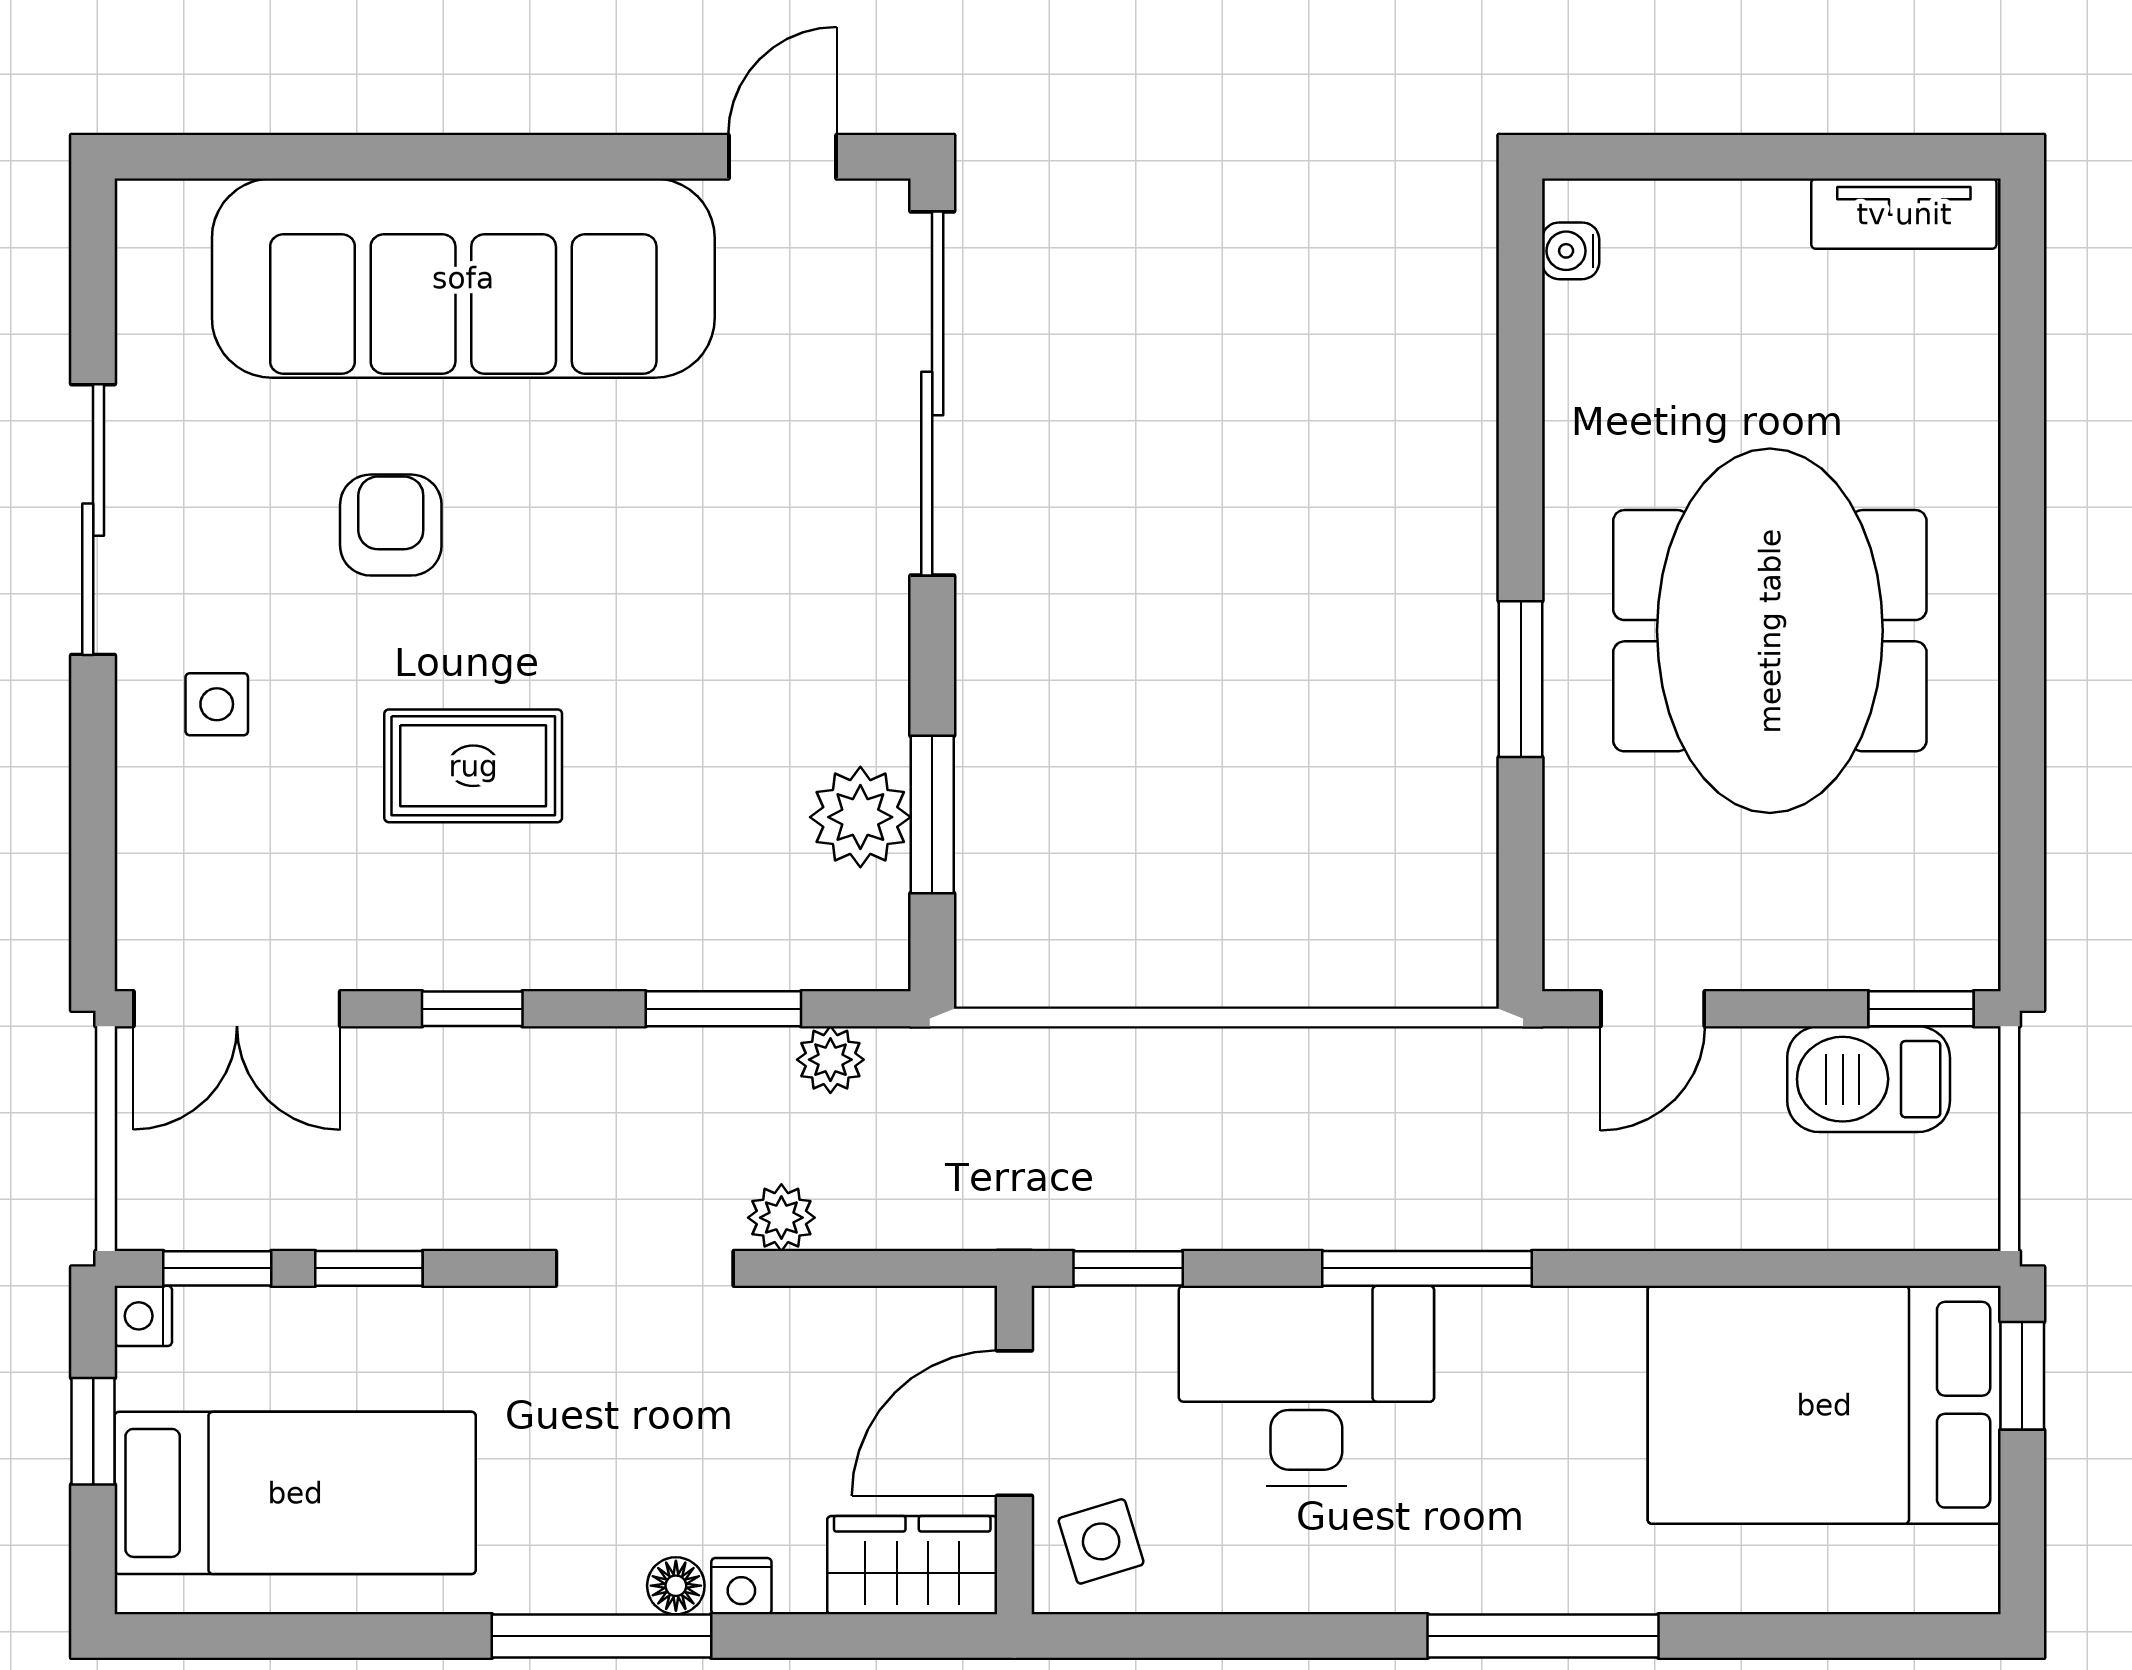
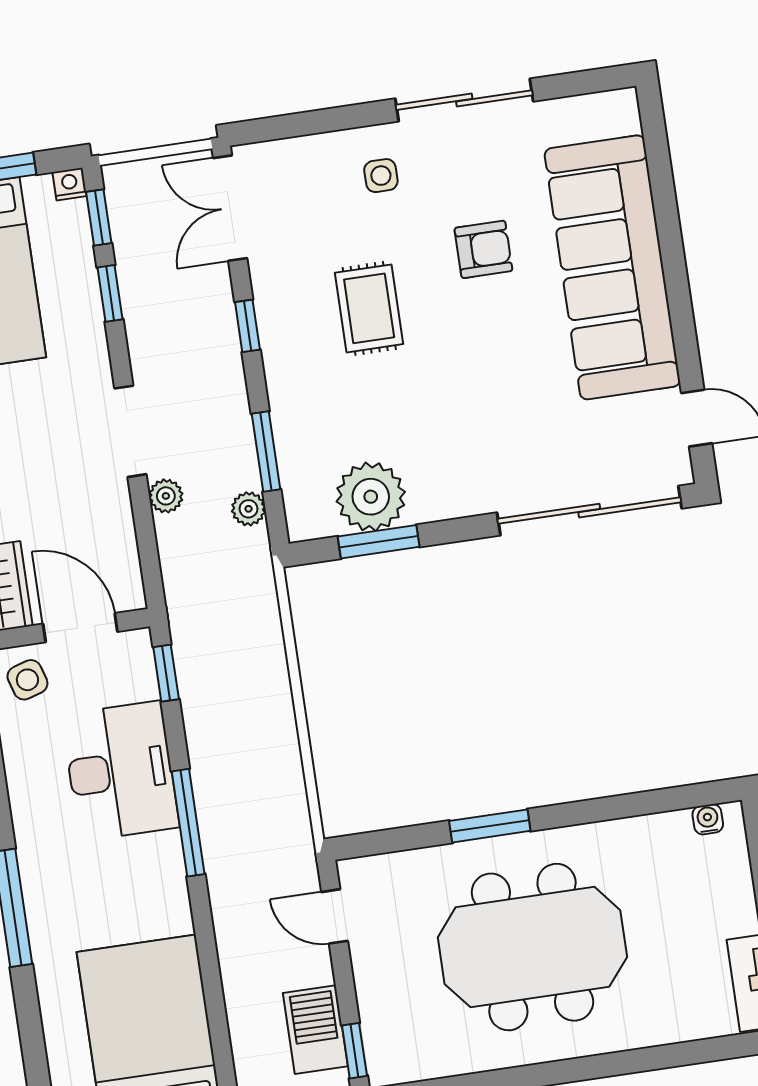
plant: (860, 817) -> (371, 497), width x1.36, depth x1.36

